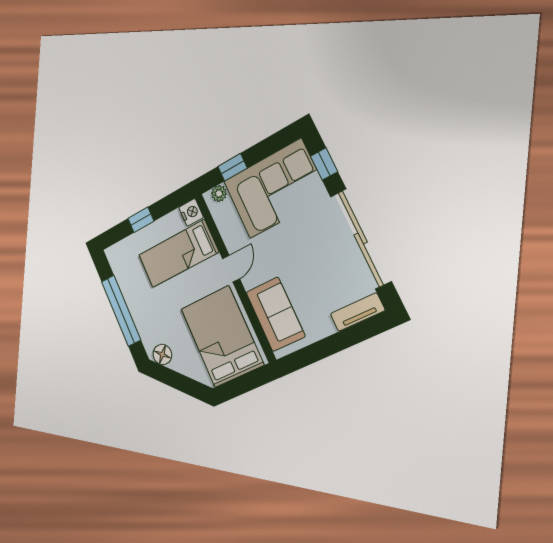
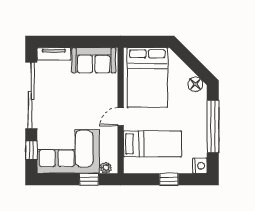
nightstand: (191, 212) -> (200, 166), moved, turned 180
sofa: (275, 314) -> (94, 60), moved, turned -90

